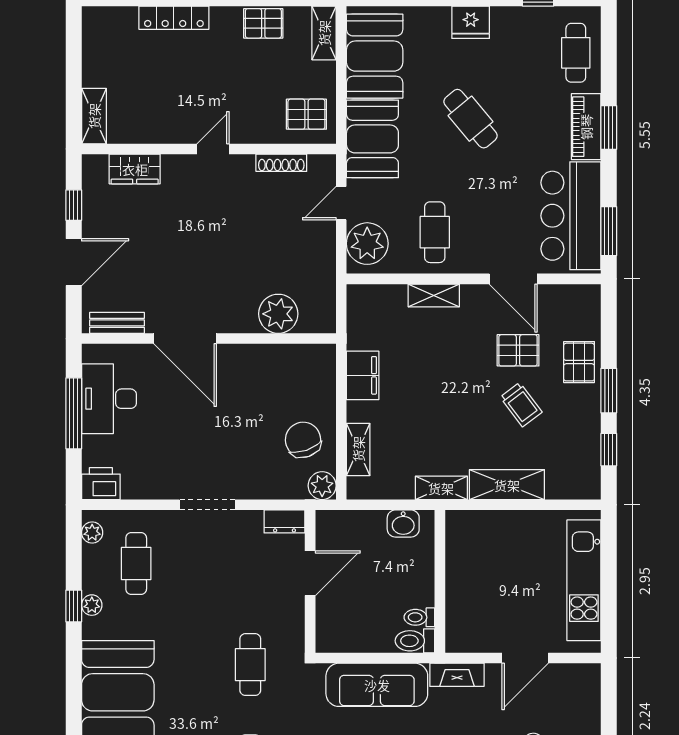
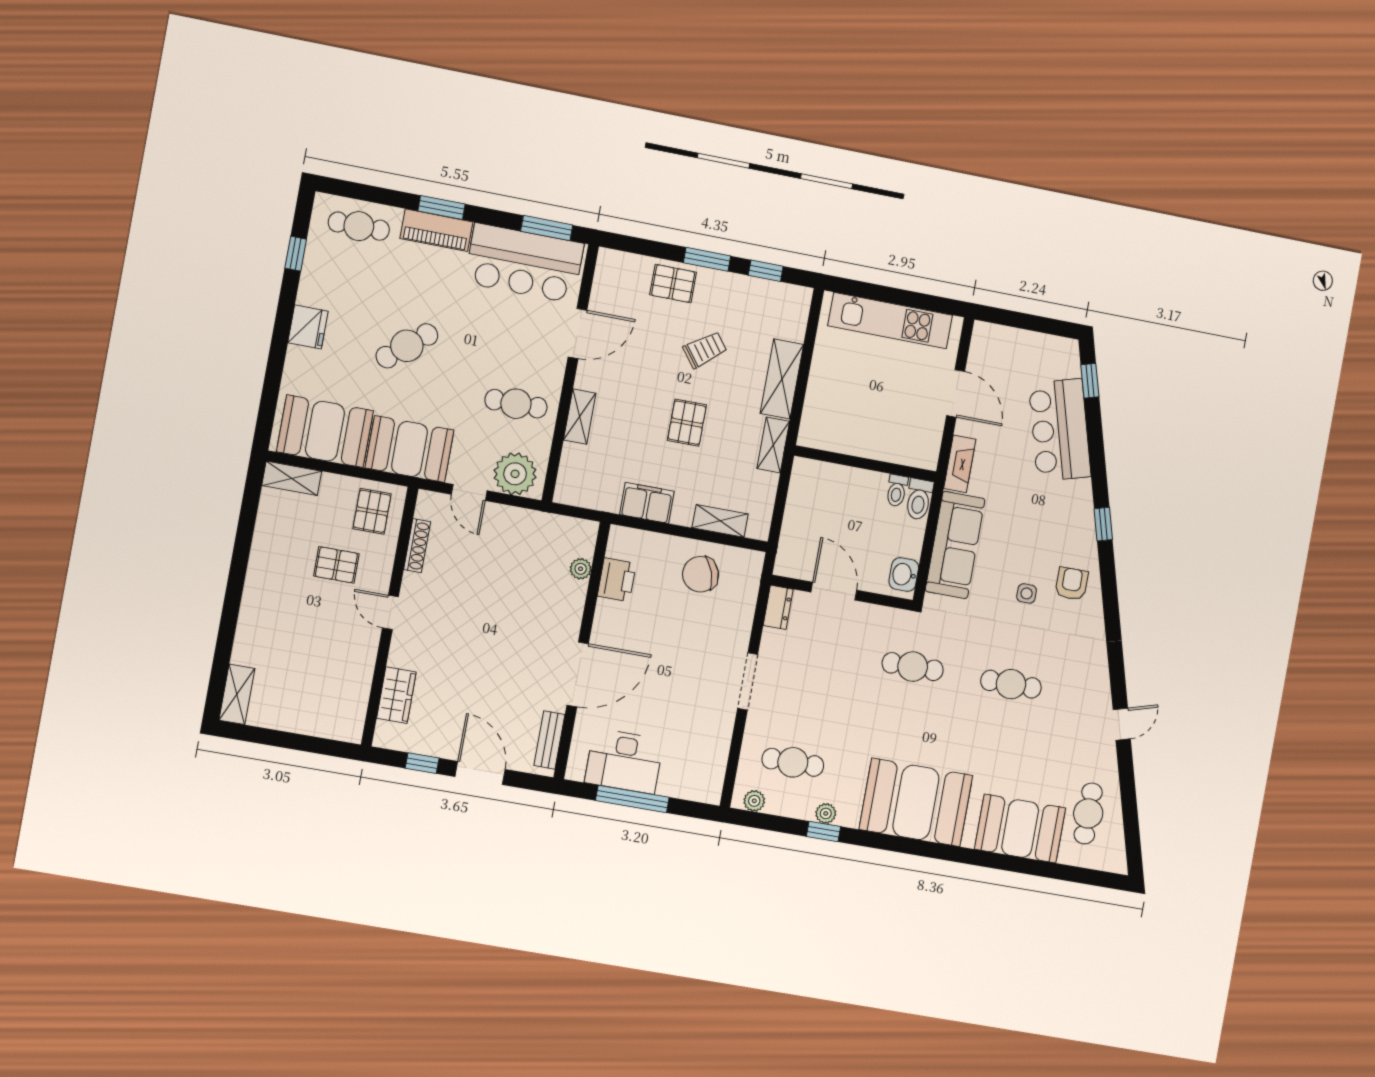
locker: (174, 18) -> (248, 628), removed
pallet: (263, 23) -> (336, 565), moved, turned 90
shelving: (94, 116) -> (237, 694), moved, turned 90
plant: (278, 314) -> (581, 569), width x0.53, depth x0.53
pallet: (518, 350) -> (687, 423), moved
printer: (101, 484) -> (617, 580), moved, turned 180
plant: (322, 486) -> (749, 563), removed
washbasin: (403, 523) -> (904, 574), moved, turned 180

